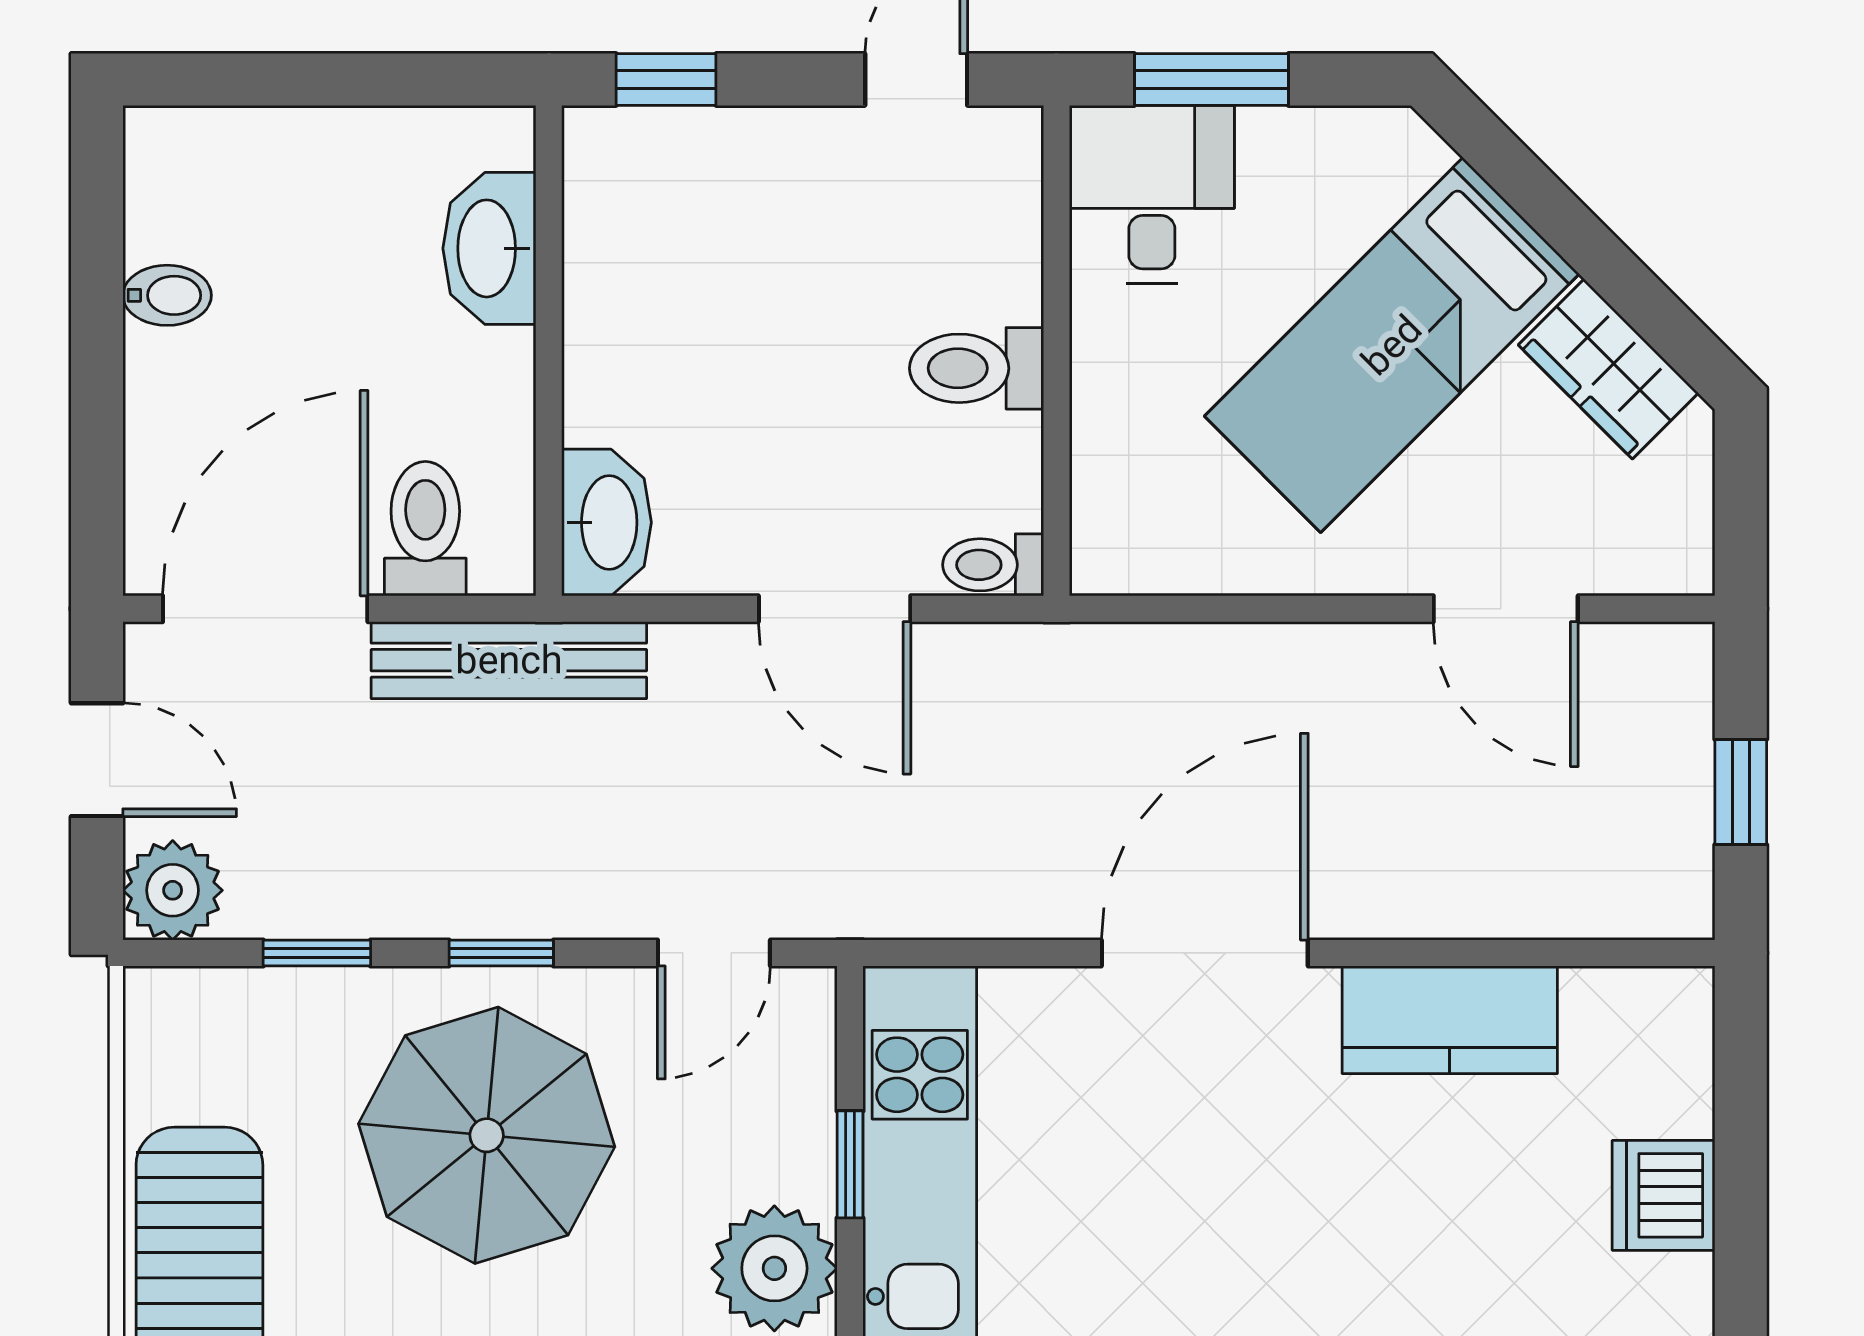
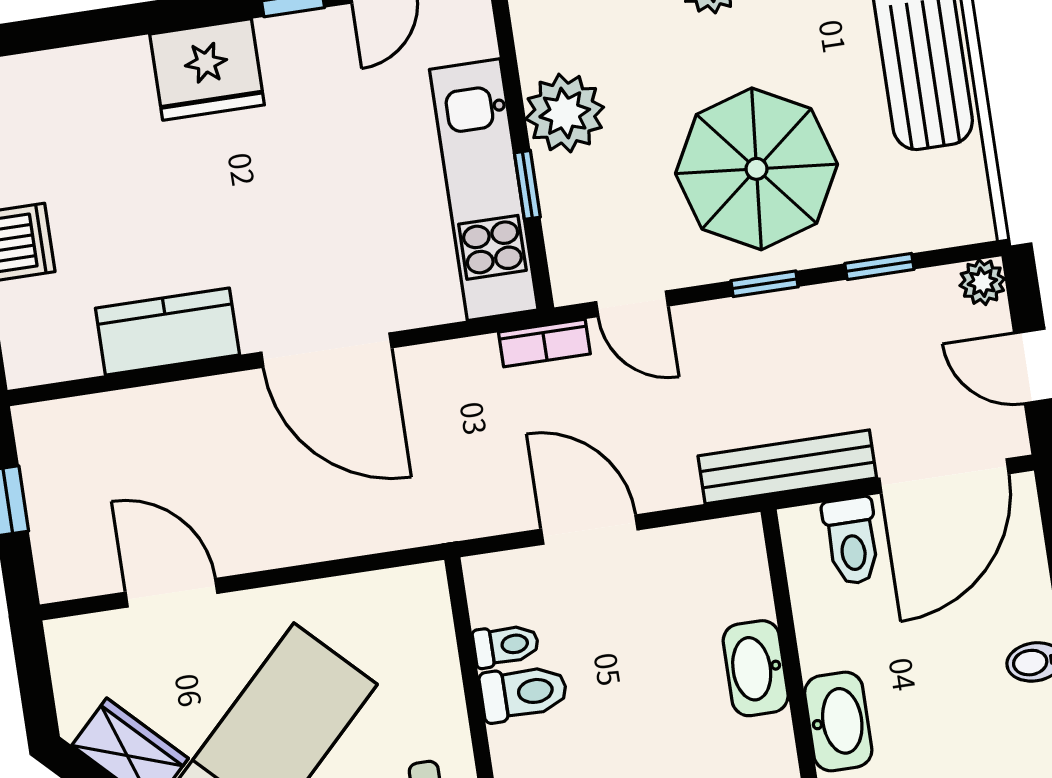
washbasin: (607, 522) -> (756, 668), moved
toilet: (993, 565) -> (506, 645), moved
plant: (173, 890) -> (982, 282), width x0.73, depth x0.73
bookcase: (861, 912) -> (544, 343), added
door: (714, 953) -> (632, 304), swing flipped
door: (1205, 953) -> (326, 350), hinge flipped

